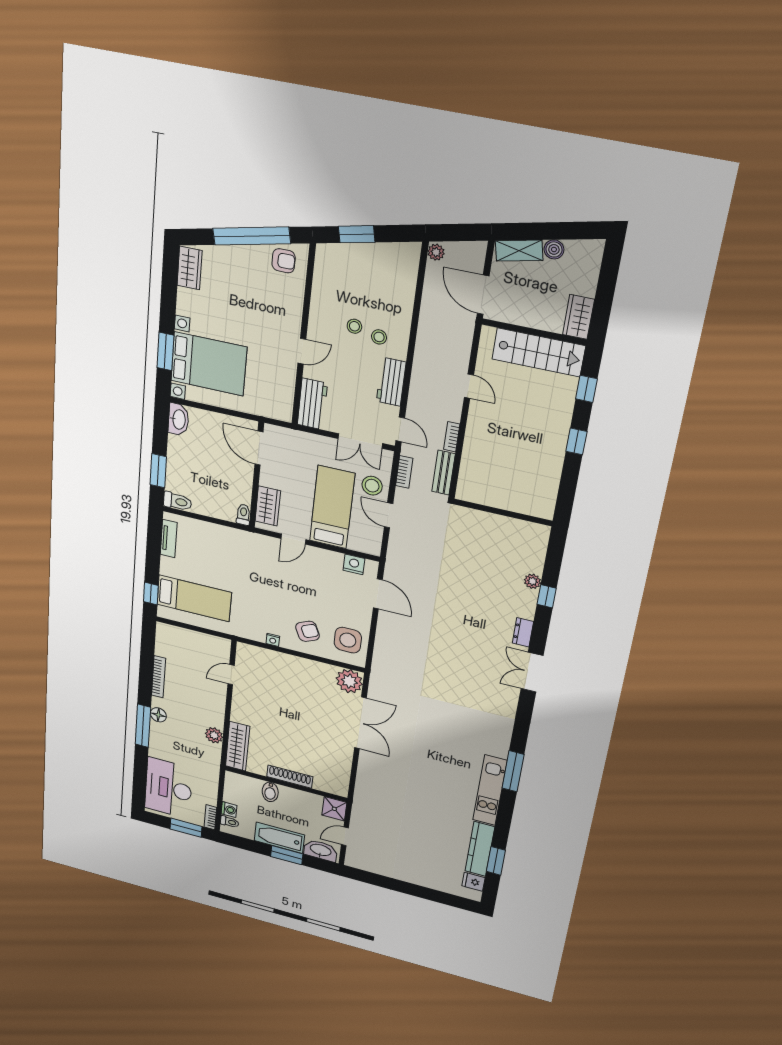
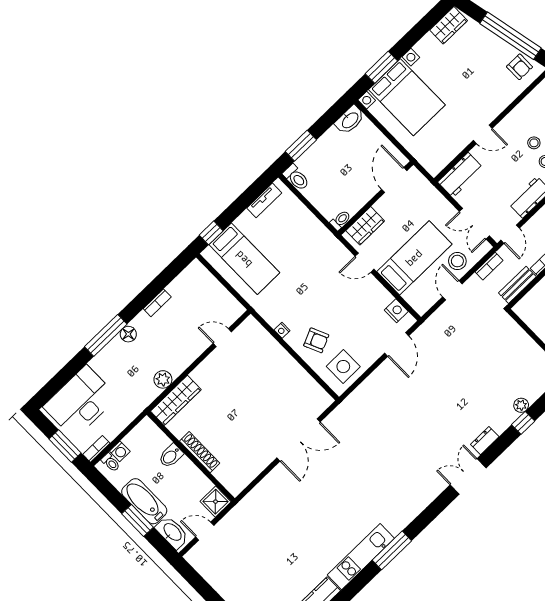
bookcase: (159, 677) -> (157, 303), width x0.64
plant: (349, 681) -> (317, 400), removed

